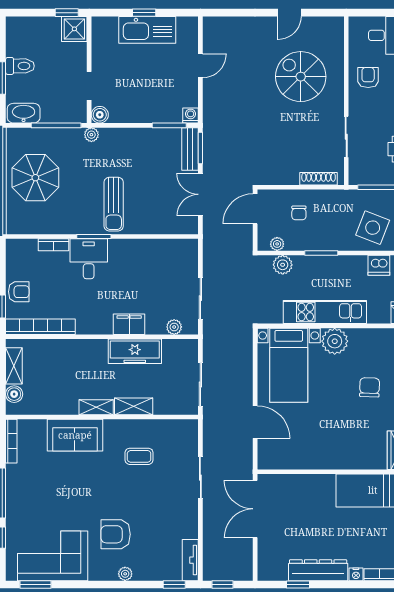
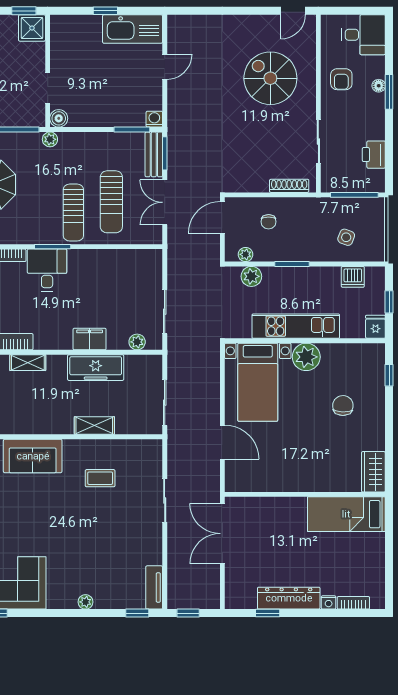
door: (290, 13) -> (293, 11), moved
kitchen sink: (147, 30) -> (133, 29), moved
armchair: (368, 78) -> (341, 79), turned 180
sun lounger: (150, 194) -> (111, 202), added
side table: (373, 228) -> (346, 237), width x0.54, depth x0.54
shelving: (96, 407) -> (28, 363), moved
armchair: (116, 534) -> (75, 560), removed

